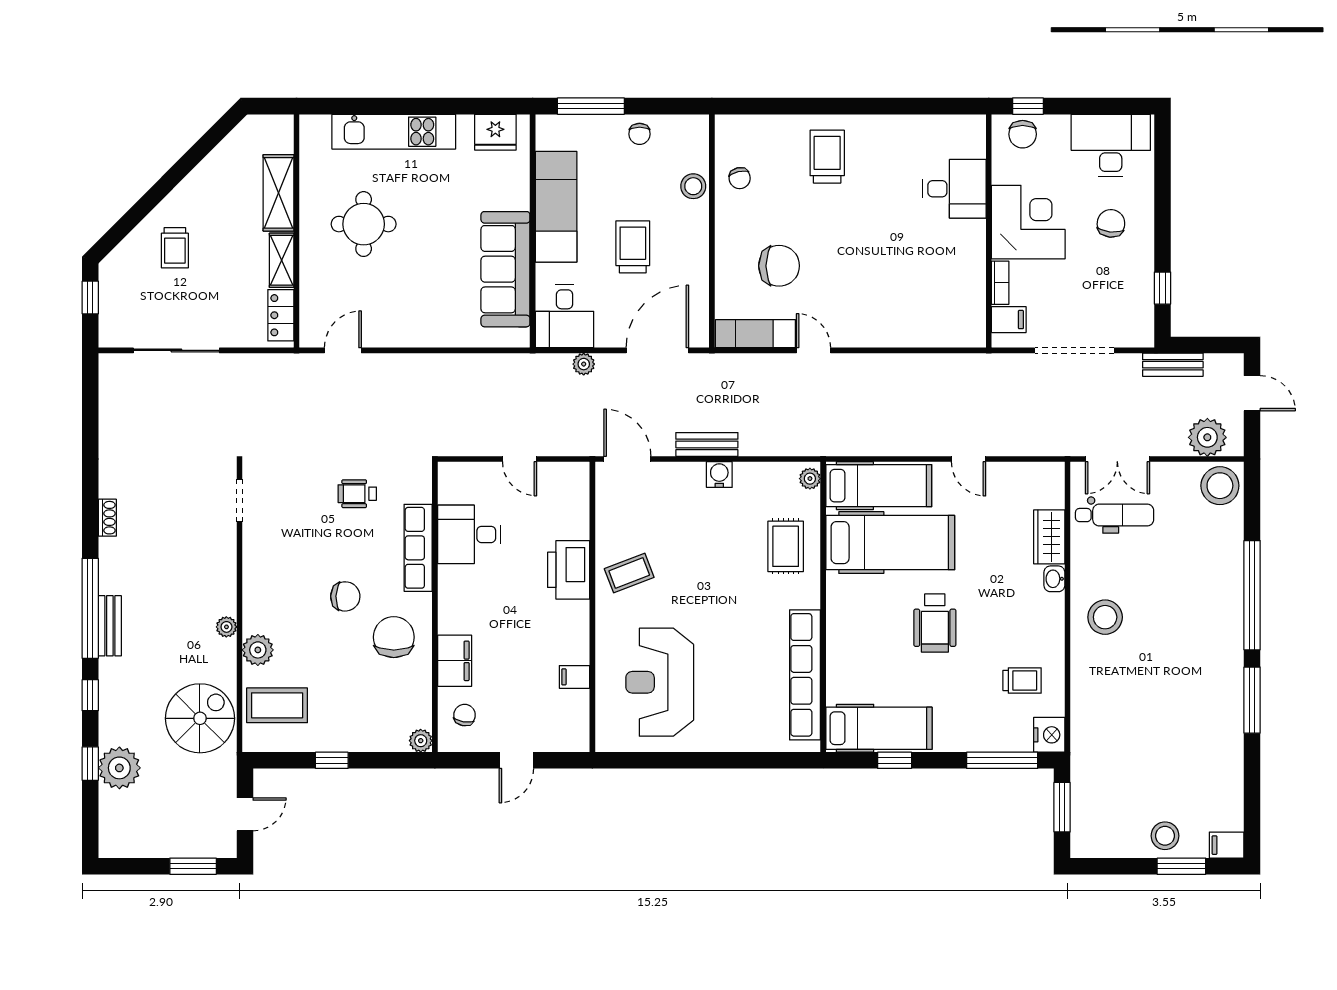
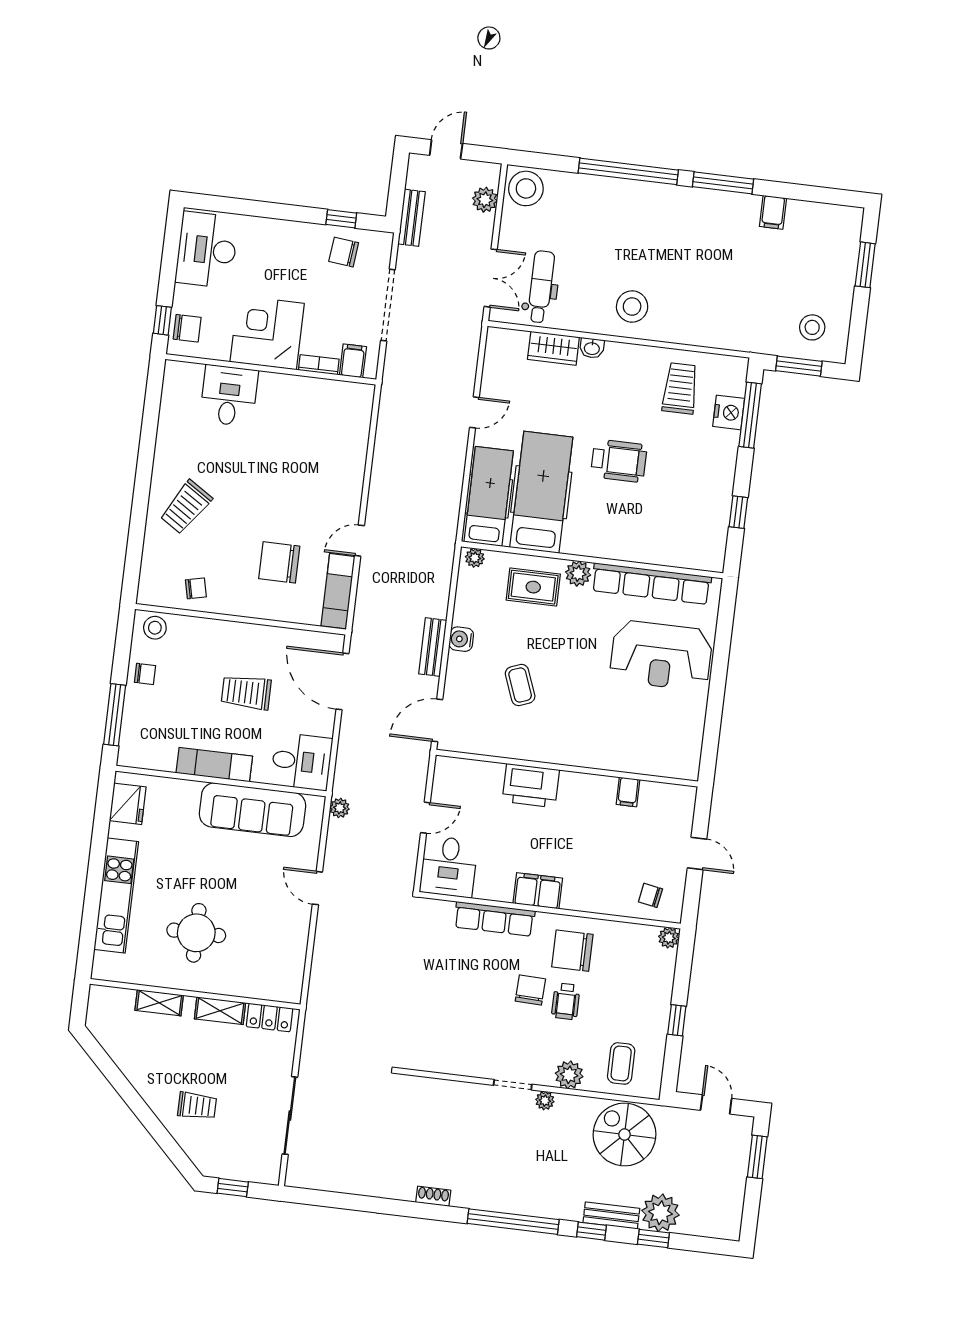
trolley: (827, 157) -> (186, 507), turned -57
stool: (693, 186) -> (155, 628), moved
shelving: (279, 193) -> (159, 1003), width x0.67, depth x0.75
exam couch: (556, 207) -> (214, 765), width x0.73, depth x0.69
chair: (1111, 223) -> (344, 252), moved
chair: (779, 266) -> (279, 562), turned -90
door: (343, 350) -> (317, 888), moved
plant: (584, 364) -> (340, 808), moved
plant: (1207, 437) -> (485, 200), width x0.73, depth x0.73
wheelchair: (357, 494) -> (566, 1001), moved
doorway: (239, 500) -> (513, 1085), moved
desk: (469, 534) -> (449, 867), moved
coffee table: (629, 573) -> (520, 685), moved
plant: (806, 594) -> (578, 574), added
bench: (110, 626) -> (611, 1215), moved
filing cabinet: (455, 661) -> (538, 891), moved
trolley: (1022, 680) -> (680, 388), width x1.36, depth x1.39
reception desk: (660, 682) -> (661, 655), moved
coffee table: (277, 705) -> (621, 1063), width x0.73, depth x0.77
hospital bed: (879, 728) -> (708, 523), removed
nightstand: (1049, 735) -> (729, 412), moved, turned 90
stool: (1165, 836) -> (812, 327), moved
filing cabinet: (1227, 845) -> (773, 212), moved

